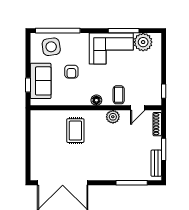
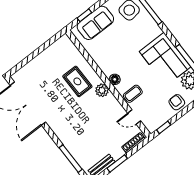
armchair: (71, 72) -> (177, 102), moved, turned 90
plant: (113, 117) -> (102, 90), moved
rug: (75, 131) -> (77, 81), turned 90

